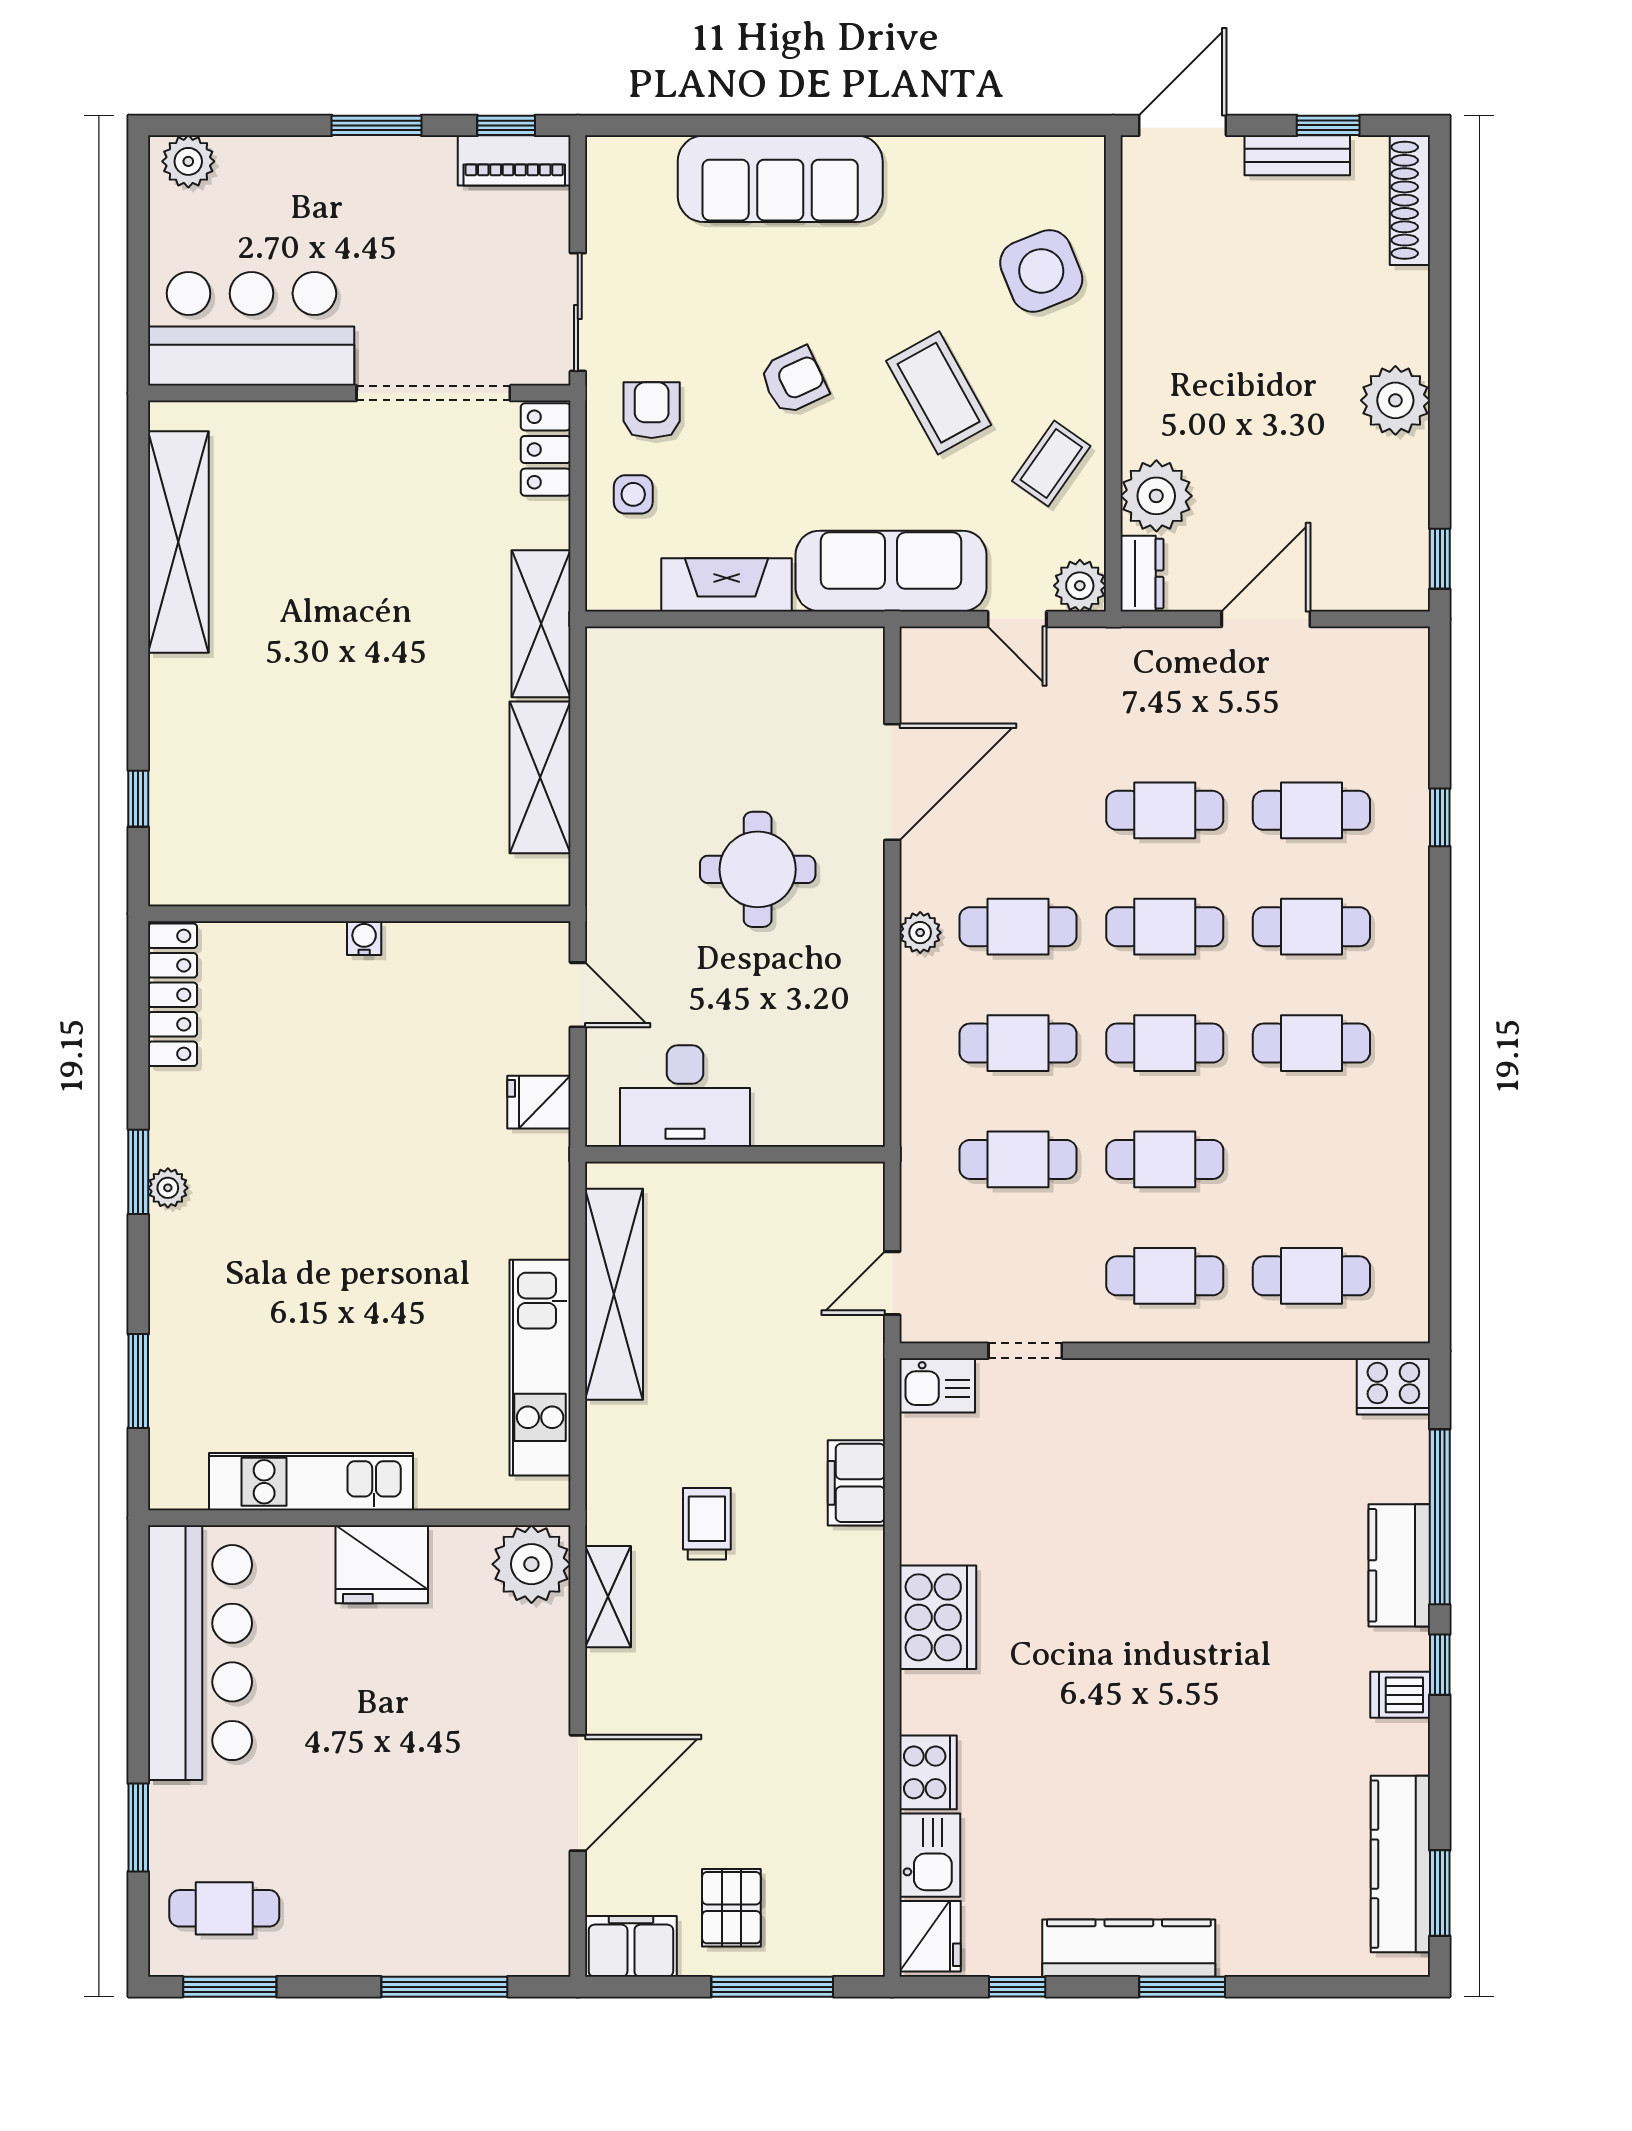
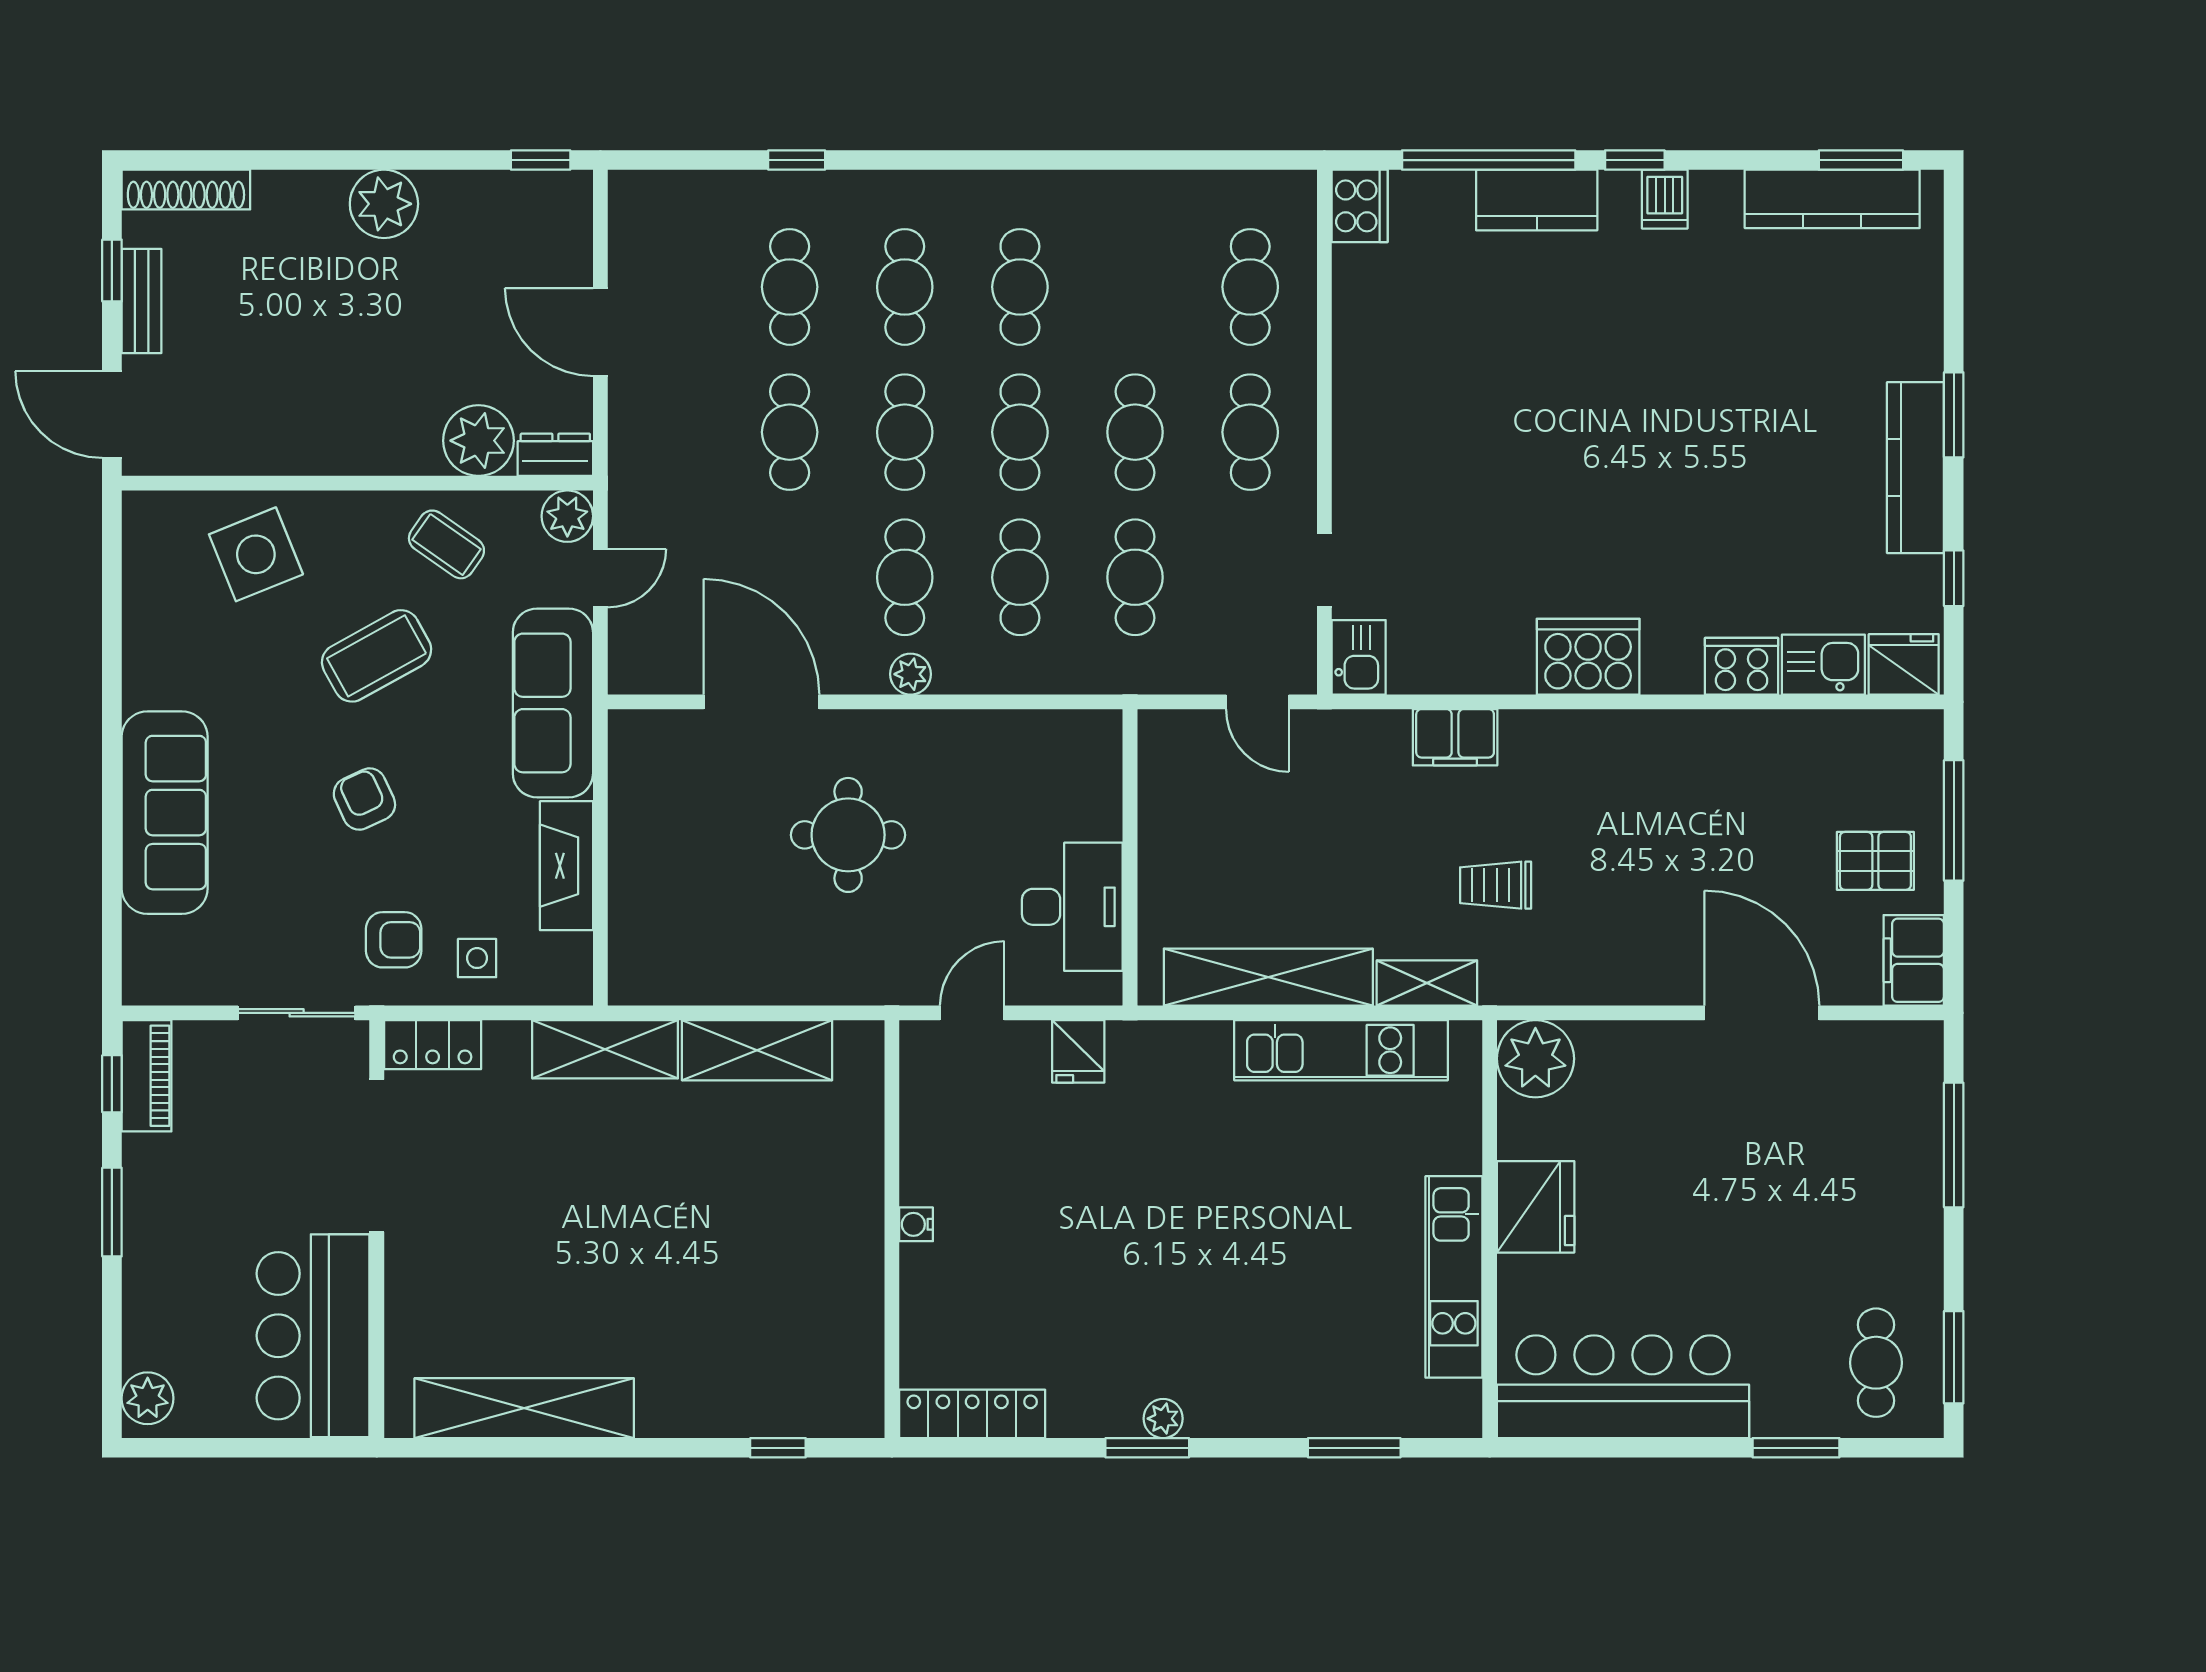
armchair: (652, 410) -> (394, 940), turned 180
shelving: (608, 1597) -> (1427, 983), moved

